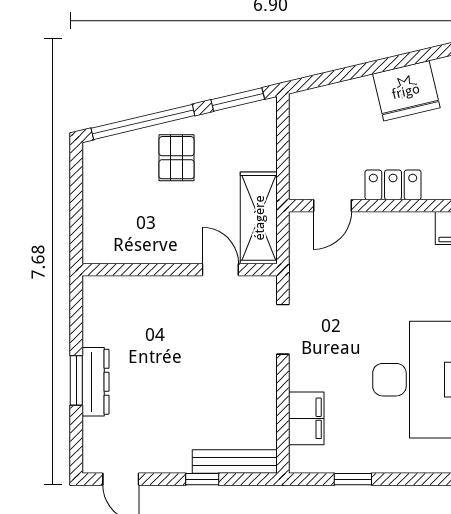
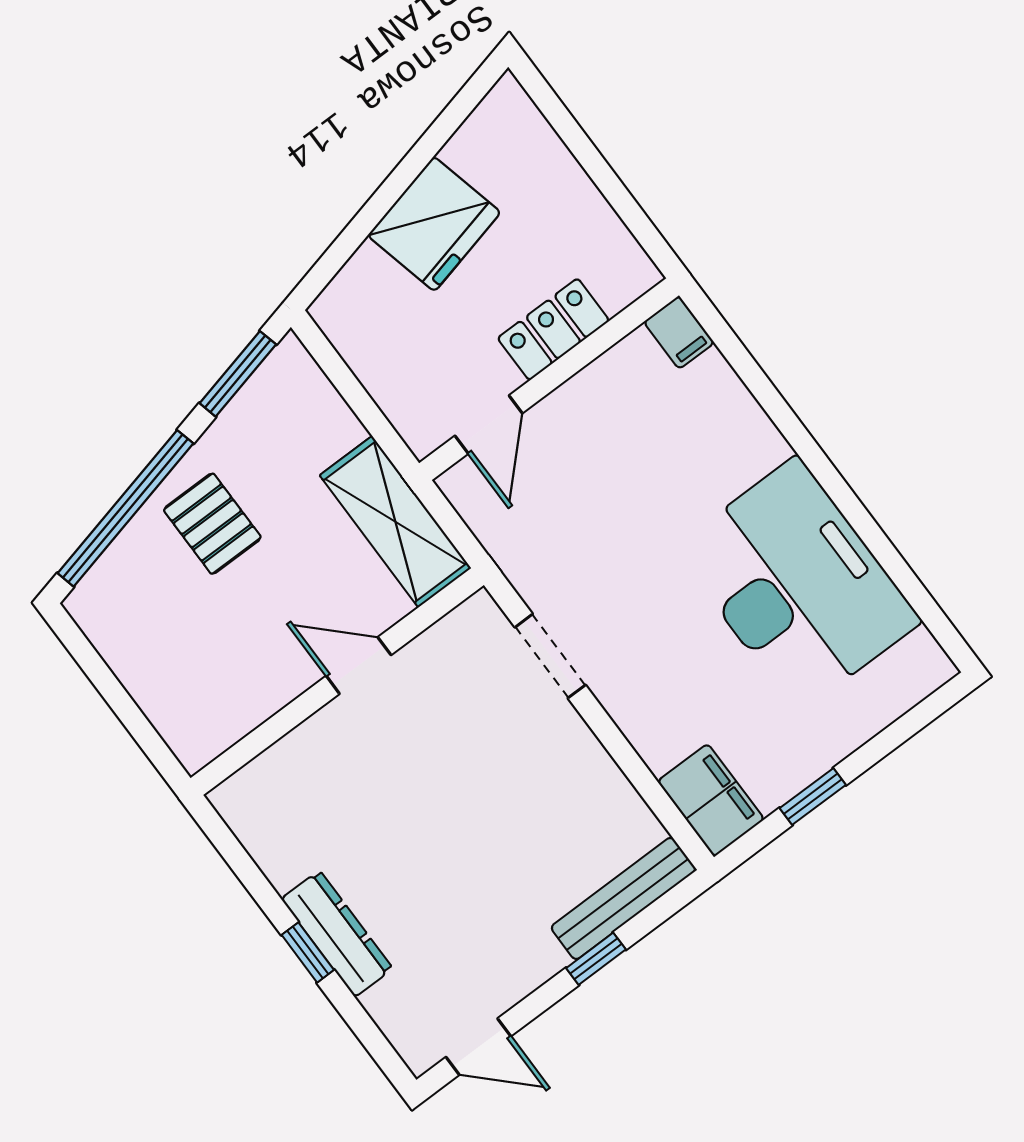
fridge: (406, 91) -> (434, 224), moved
door: (220, 270) -> (359, 665), moved
window: (76, 380) -> (308, 952), width x0.67
filing cabinet: (306, 418) -> (711, 800), moved

